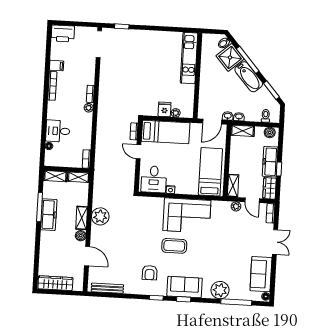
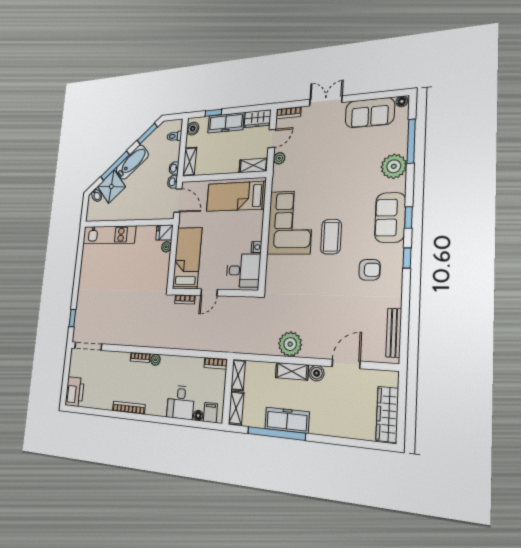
filing cabinet: (57, 66) -> (210, 413), moved
fridge: (164, 109) -> (164, 232), moved
window: (279, 169) -> (213, 113), moved
window: (40, 207) -> (276, 433), width x1.46

